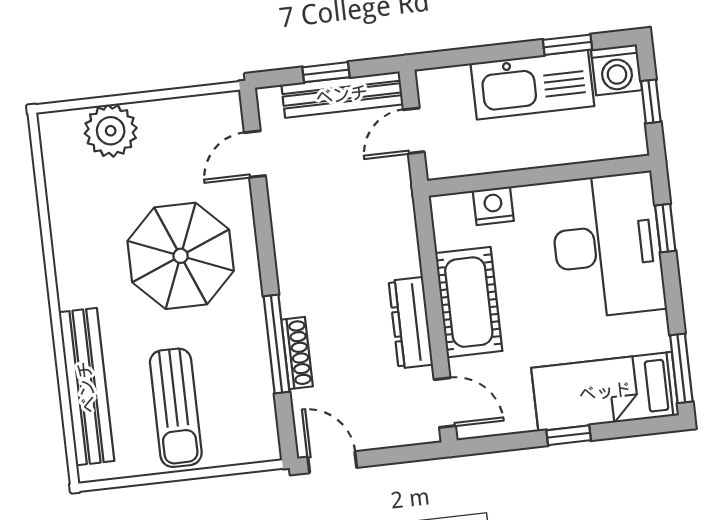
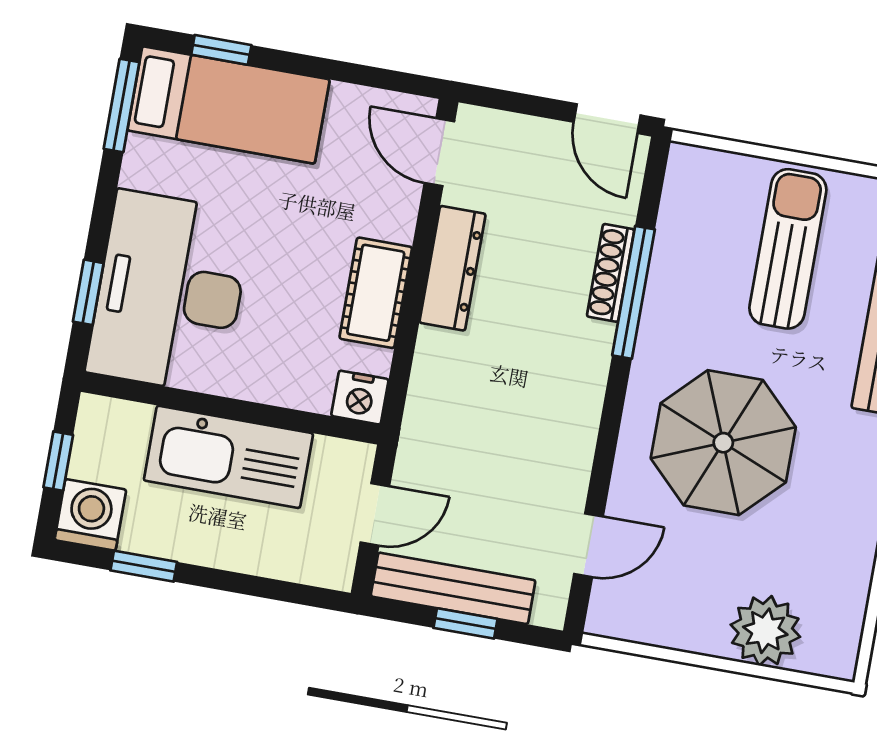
kitchen sink: (532, 85) -> (228, 457), moved, turned 180
nightstand: (493, 206) -> (360, 398), moved
cot: (469, 302) -> (376, 293), width x0.73, depth x0.75
window: (569, 435) -> (221, 50), moved

